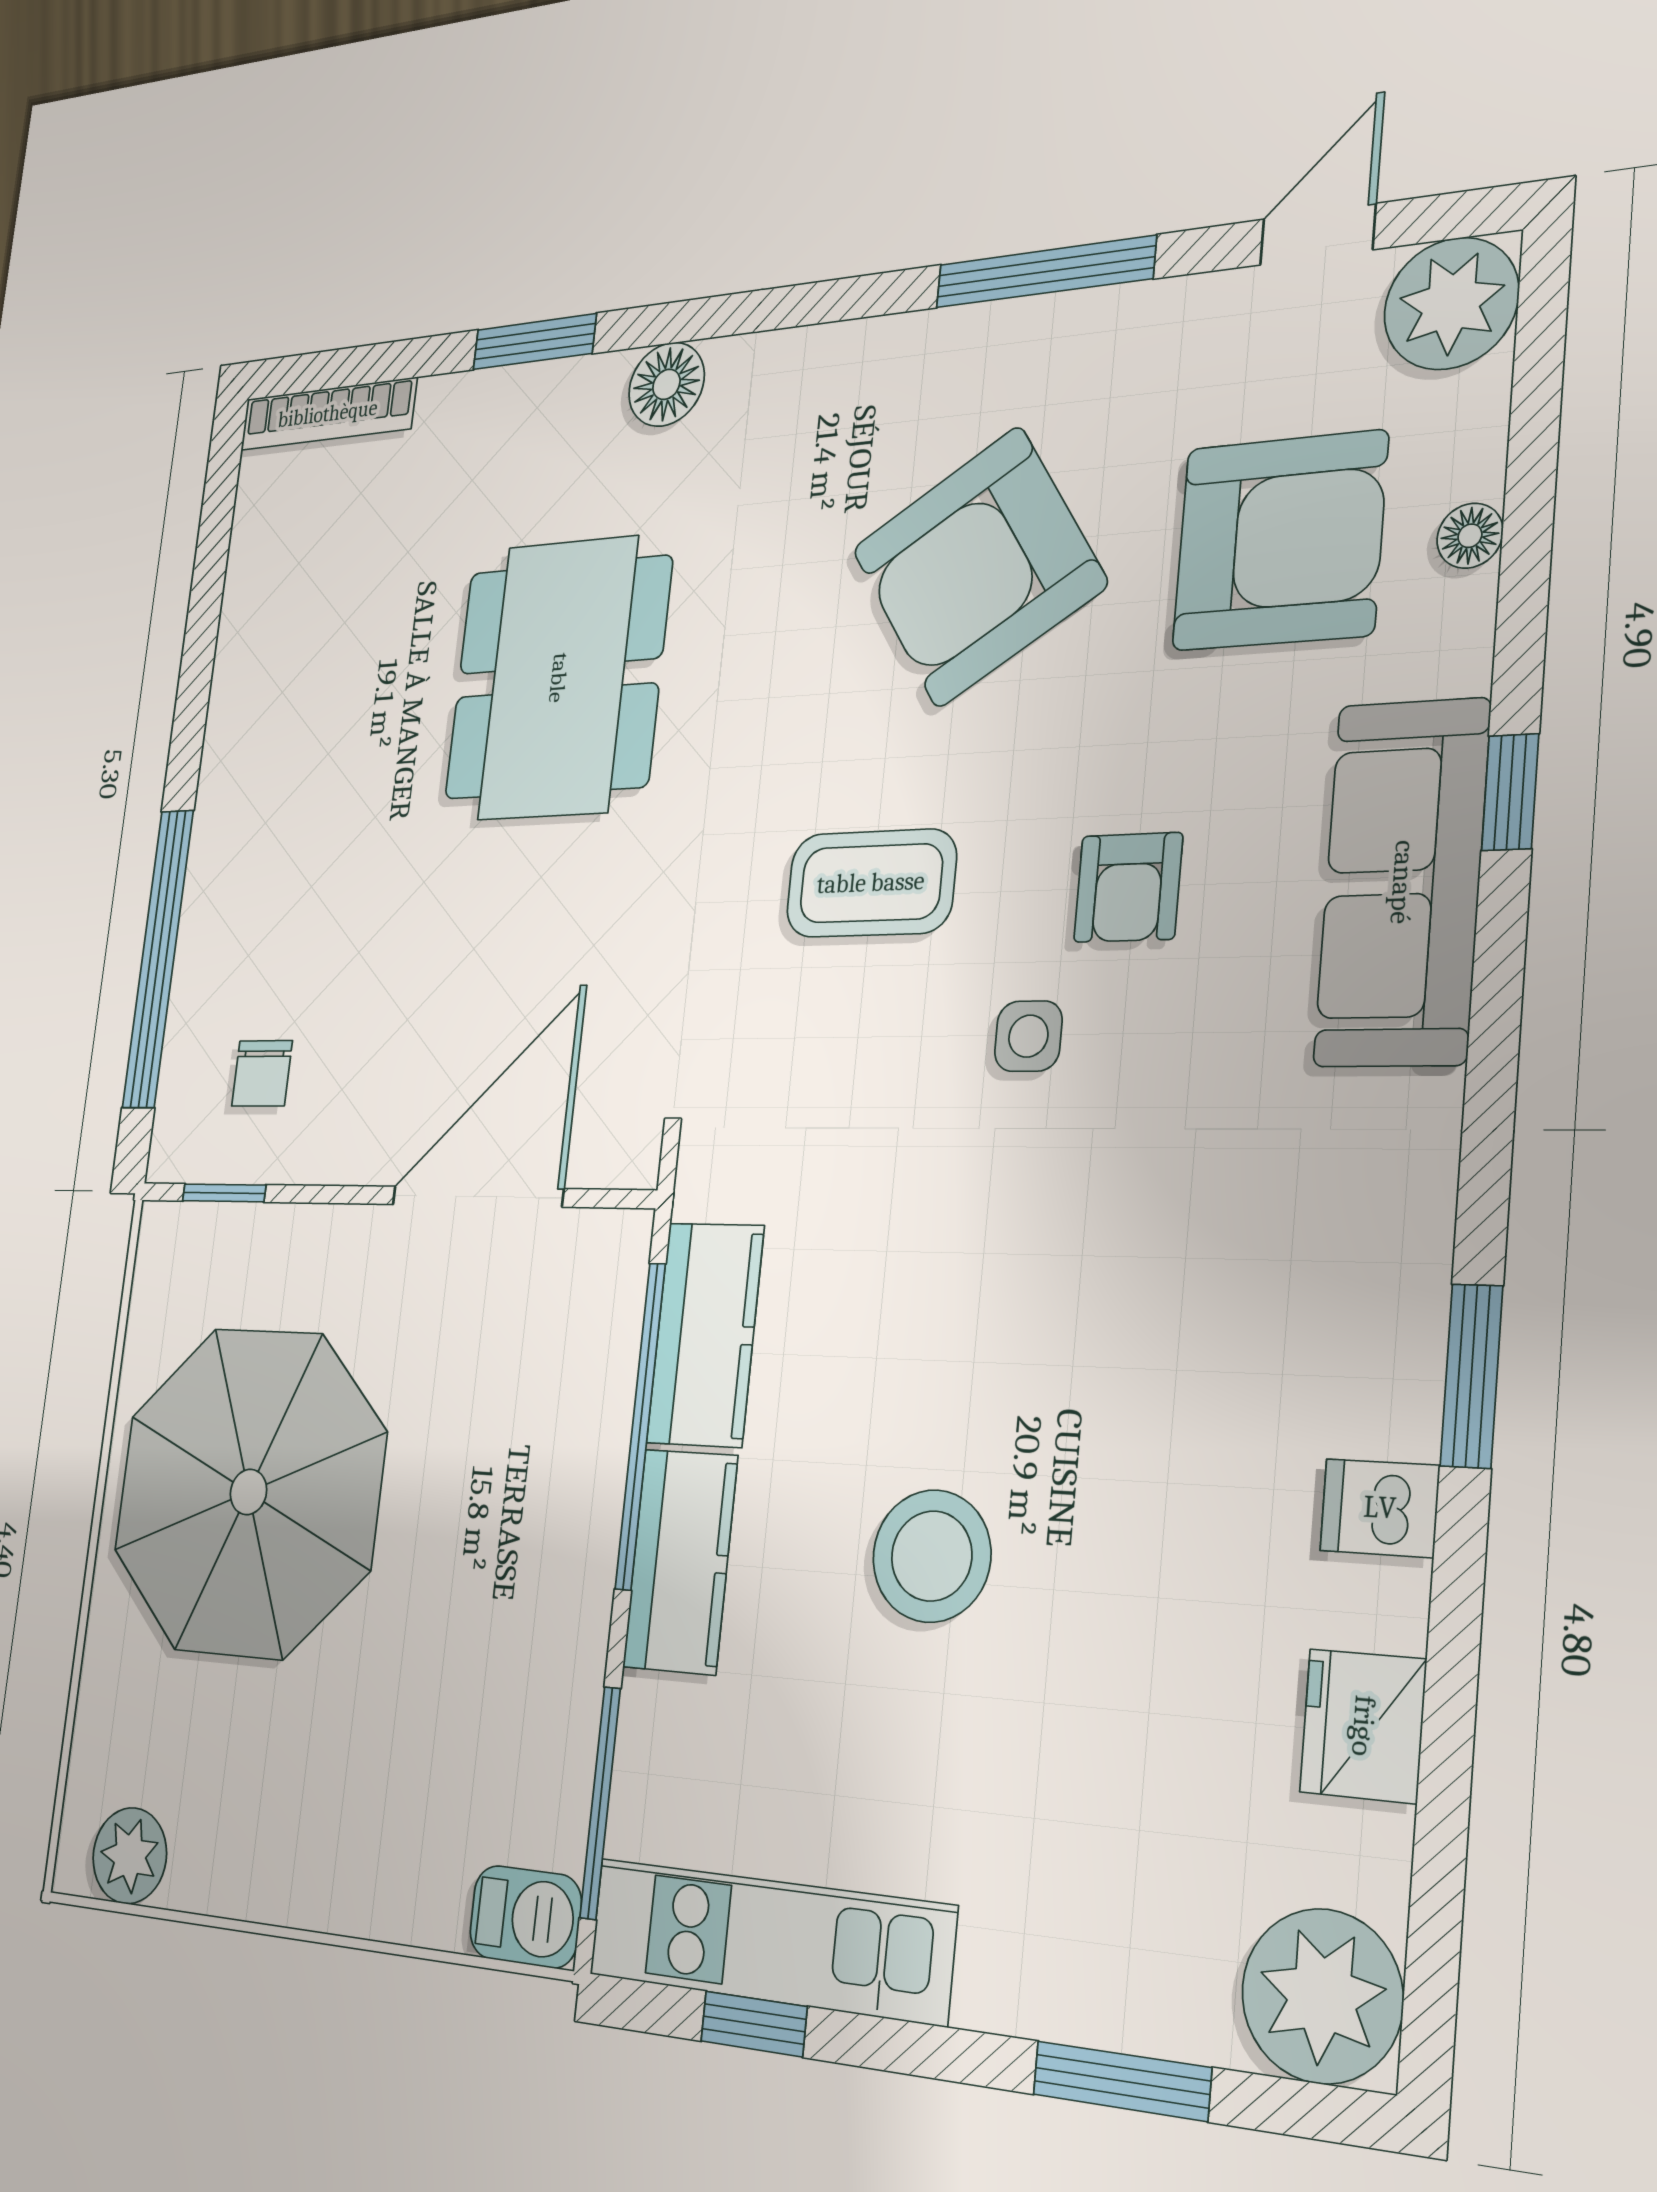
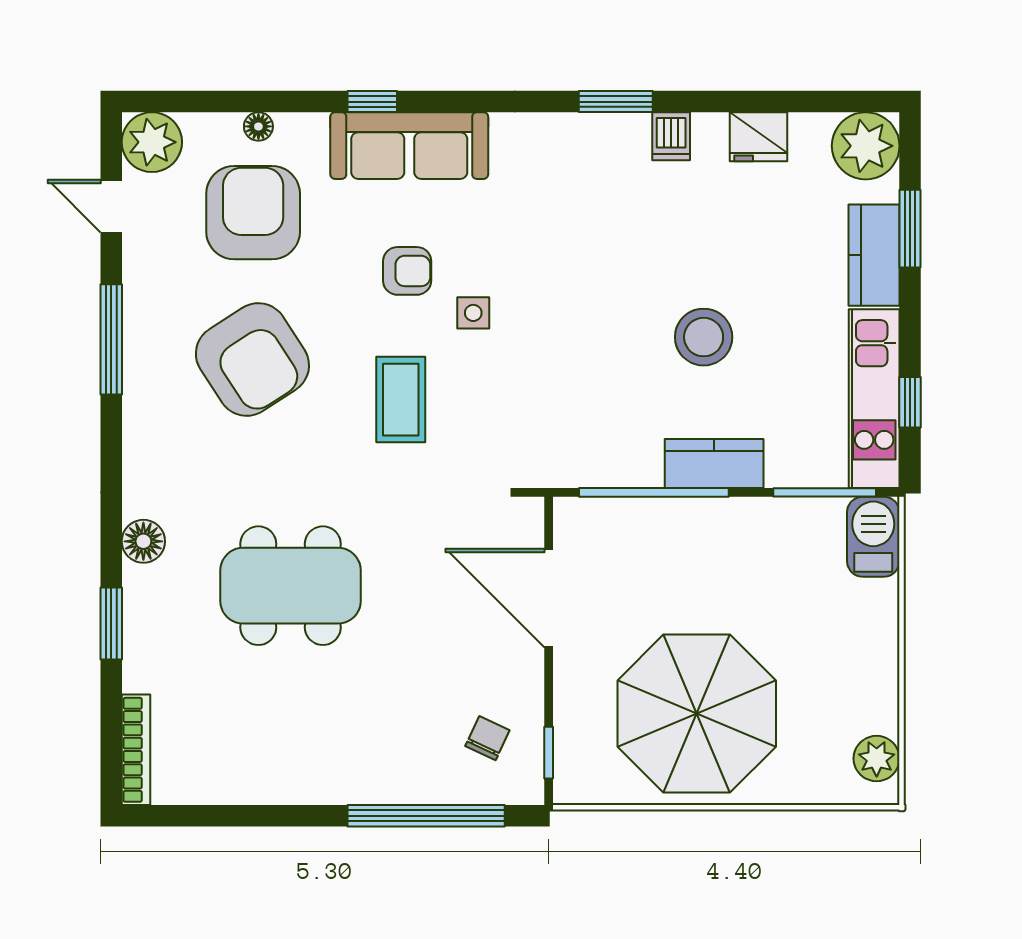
chair: (262, 1073) -> (487, 738), turned -65
kitchen counter: (705, 1334) -> (874, 255), moved, turned -90
barbecue: (525, 1917) -> (873, 537), width x1.38, depth x1.27

